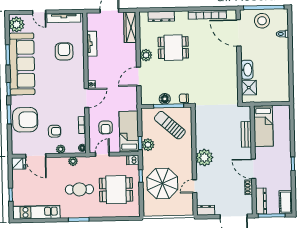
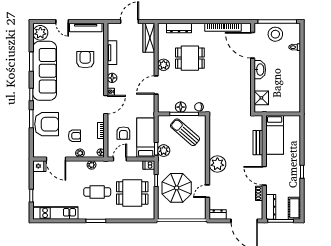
floor lamp: (93, 70) -> (112, 78), added
washbasin: (247, 70) -> (260, 70), moved

